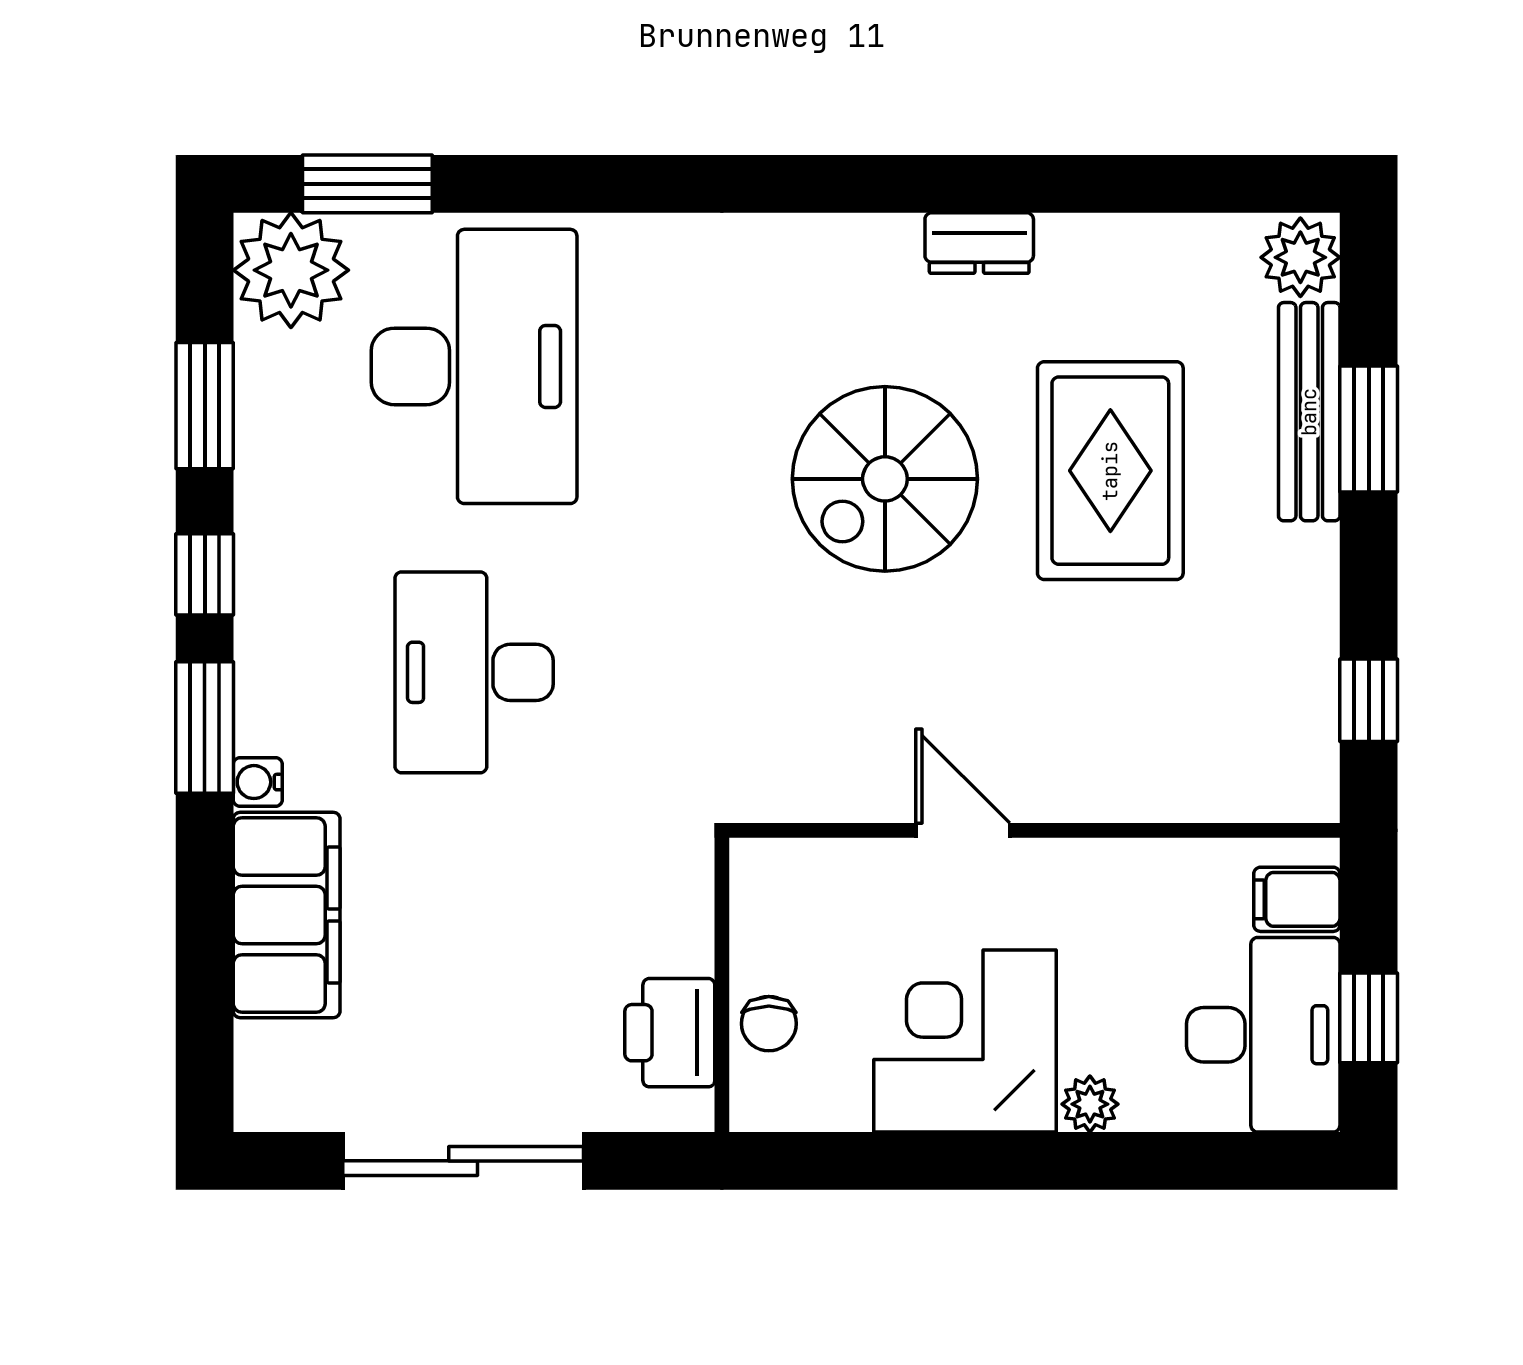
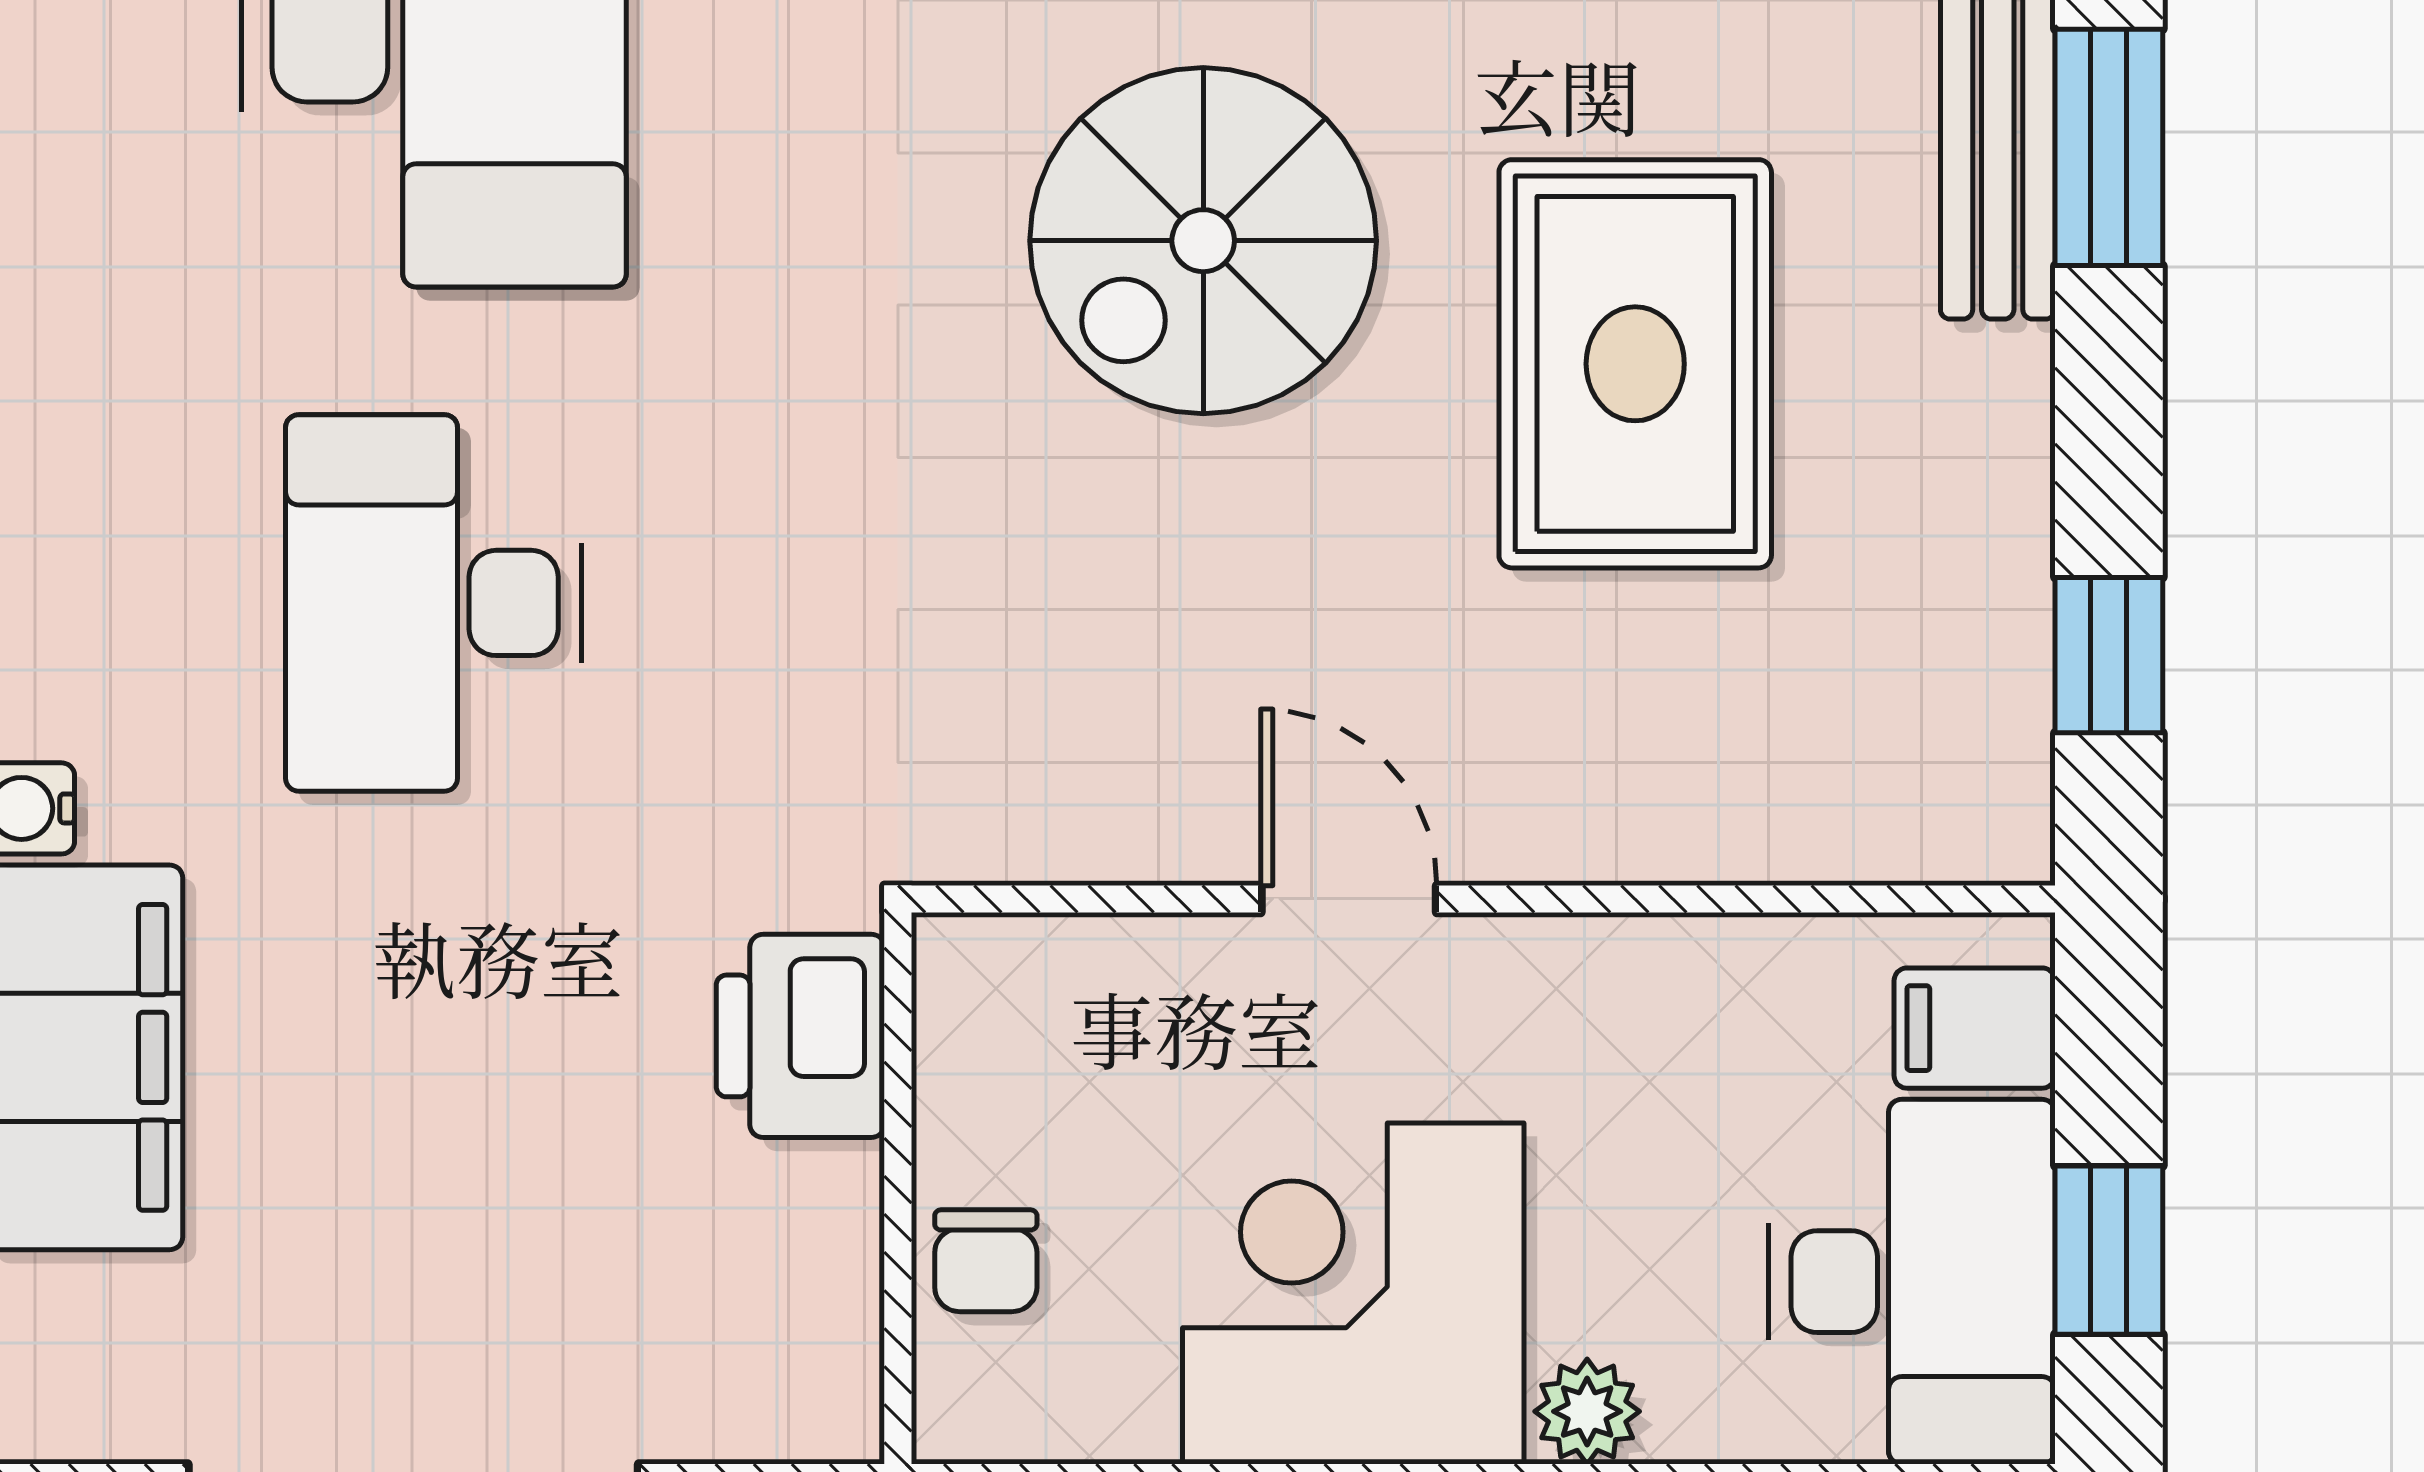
rug: (1110, 471) -> (1635, 364), moved
printer: (670, 1033) -> (800, 1036), moved

